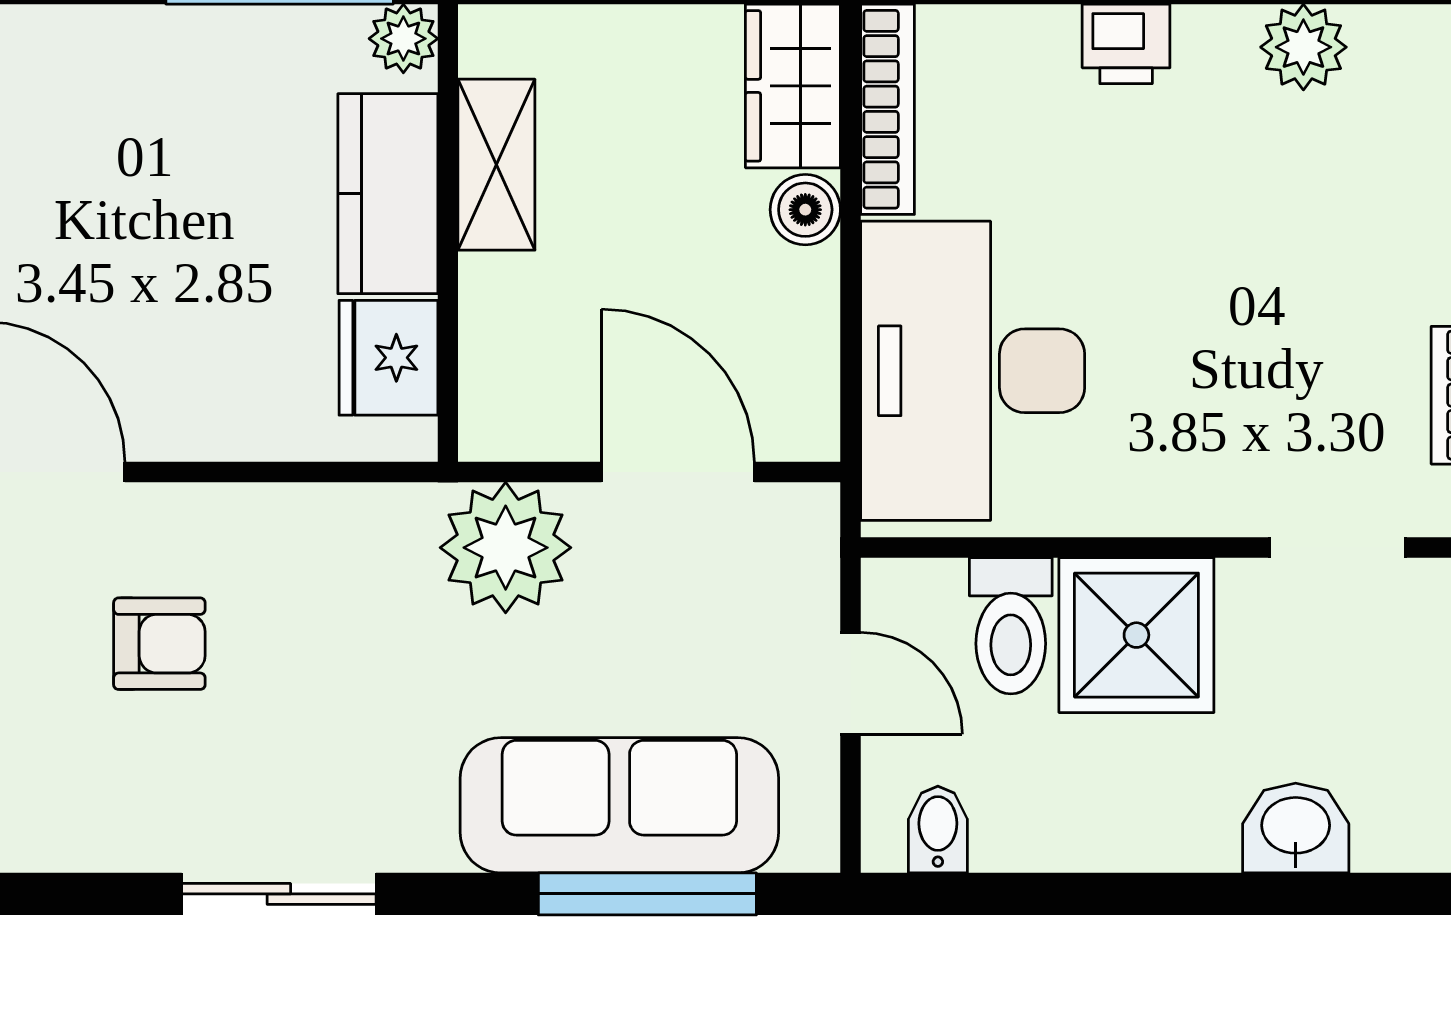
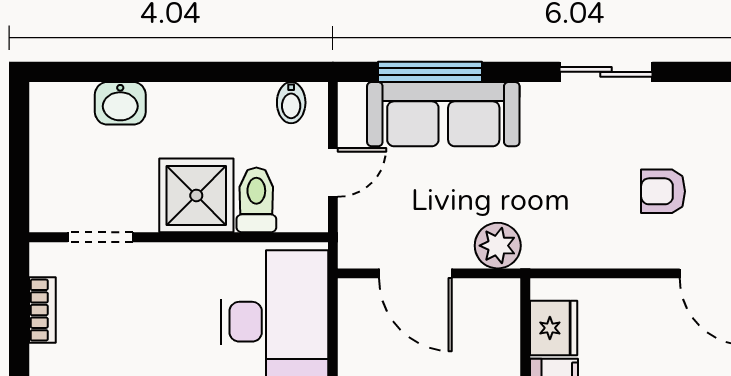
plant: (506, 548) -> (498, 246), width x0.73, depth x0.73
door: (851, 683) -> (333, 172), swing flipped

